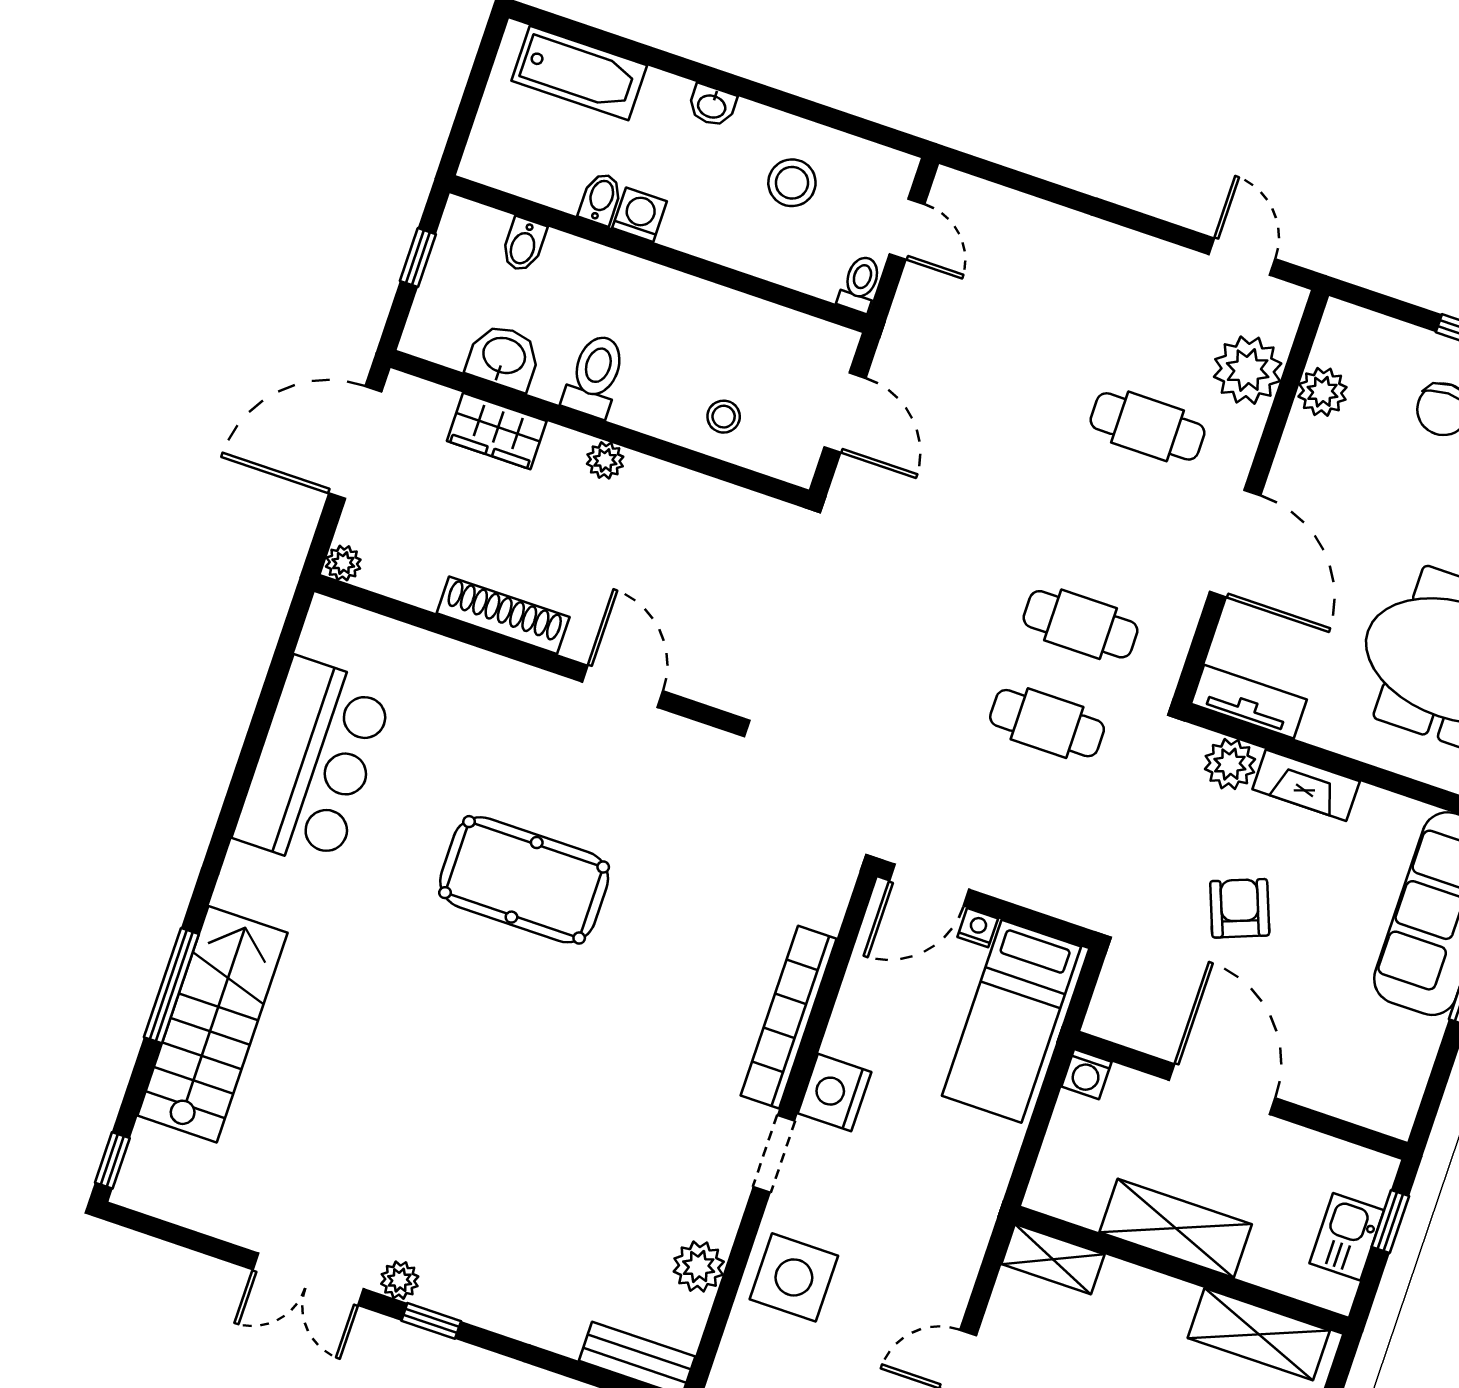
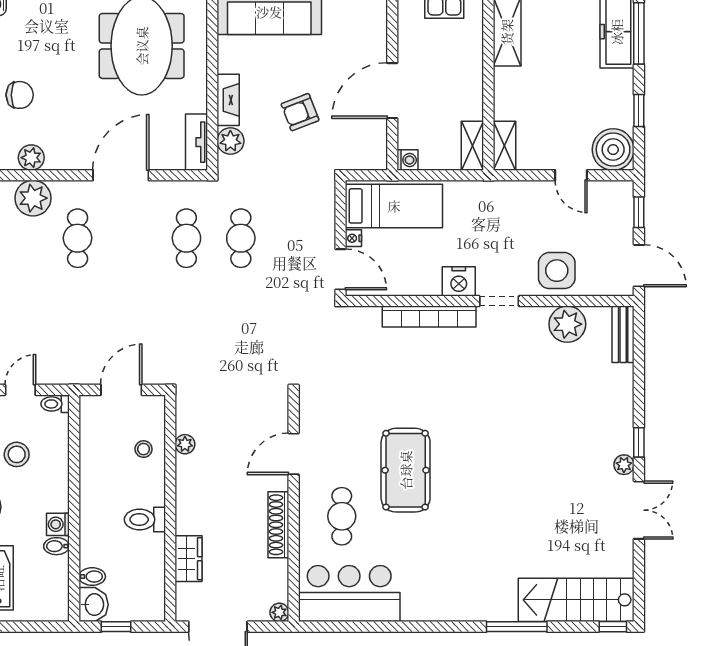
washbasin: (504, 357) -> (94, 605), moved, turned 180
plant: (605, 460) -> (185, 444), moved
cafe table: (480, 736) -> (342, 516), added
bar counter: (314, 763) -> (349, 594), moved
stairs: (212, 1024) -> (576, 600), moved
shelving: (1176, 1228) -> (472, 146), moved, width x0.67, depth x0.75
plant: (699, 1267) -> (567, 324), width x1.36, depth x1.36

